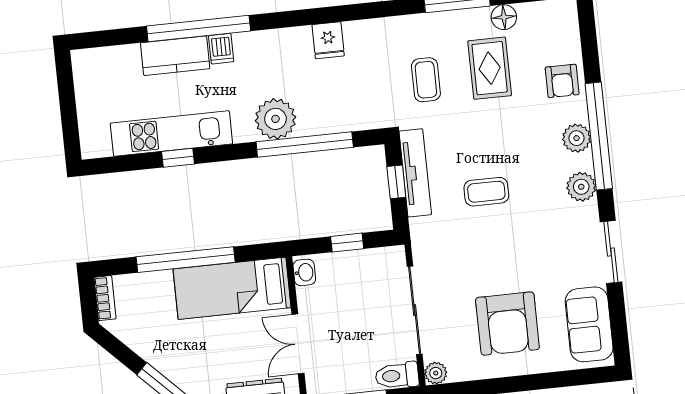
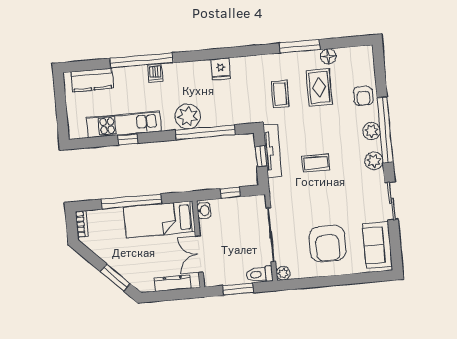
kitchen counter: (175, 56) -> (92, 80), moved

